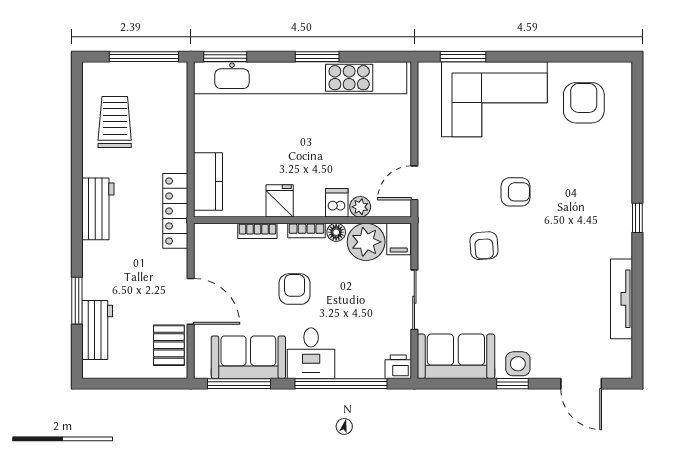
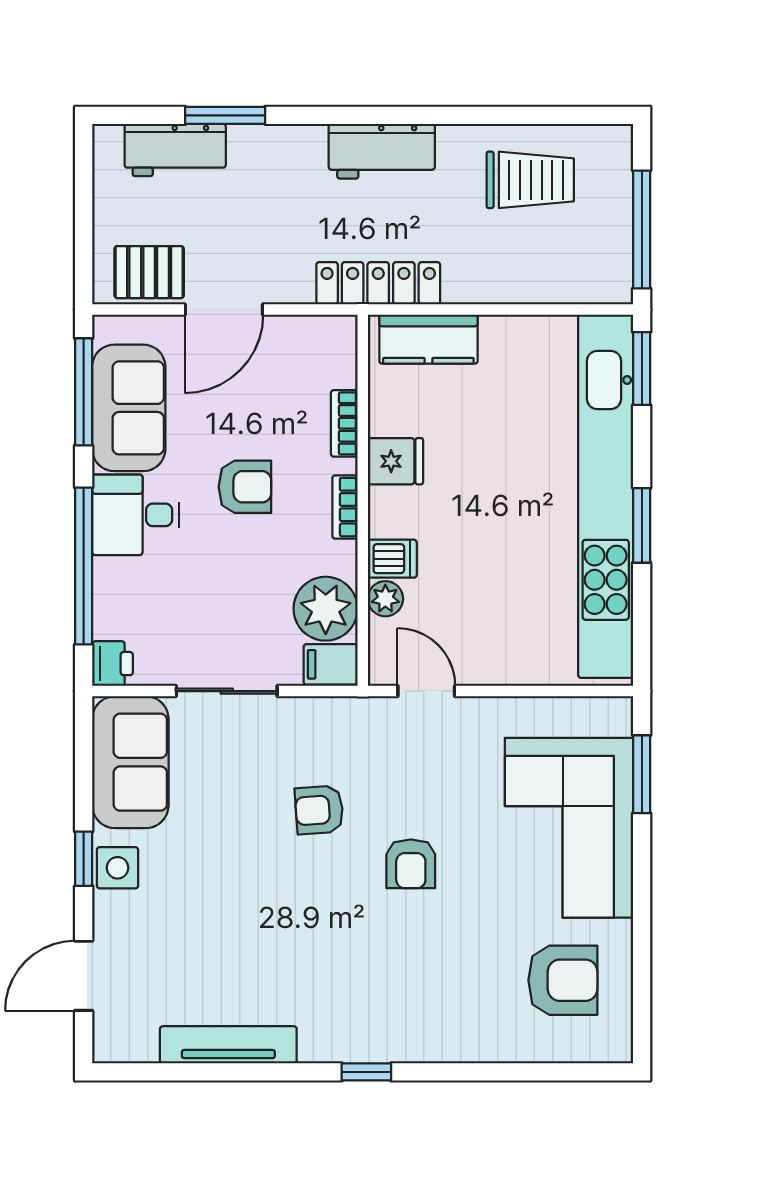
floor lamp: (336, 232) -> (342, 558), removed

